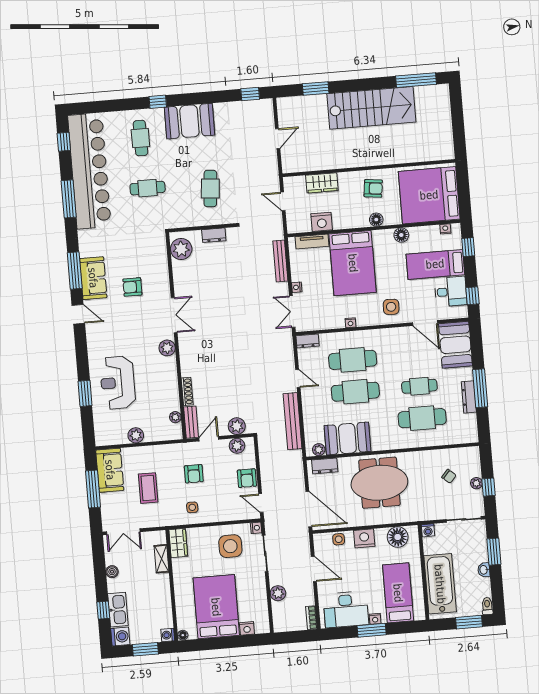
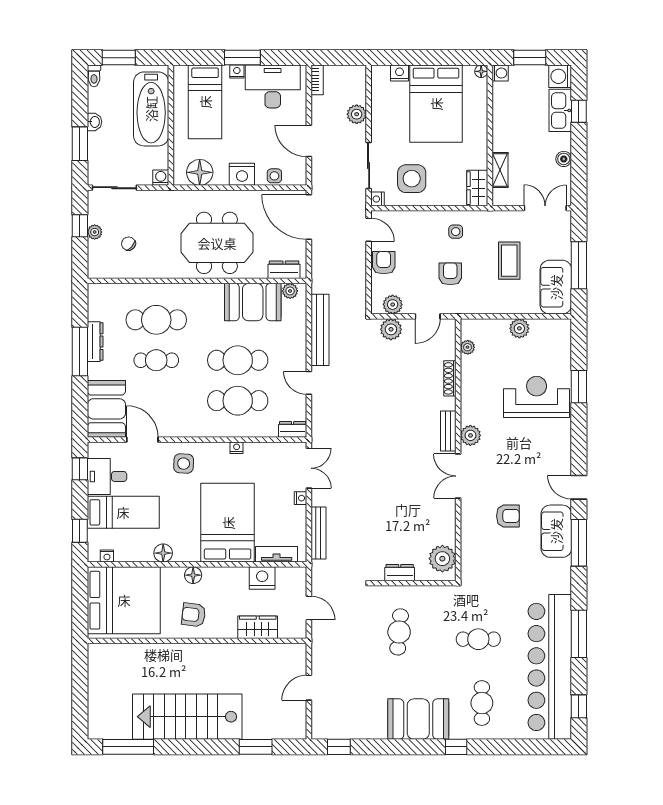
reception desk: (118, 383) -> (537, 397), turned -90
bench: (191, 422) -> (448, 431), moved

